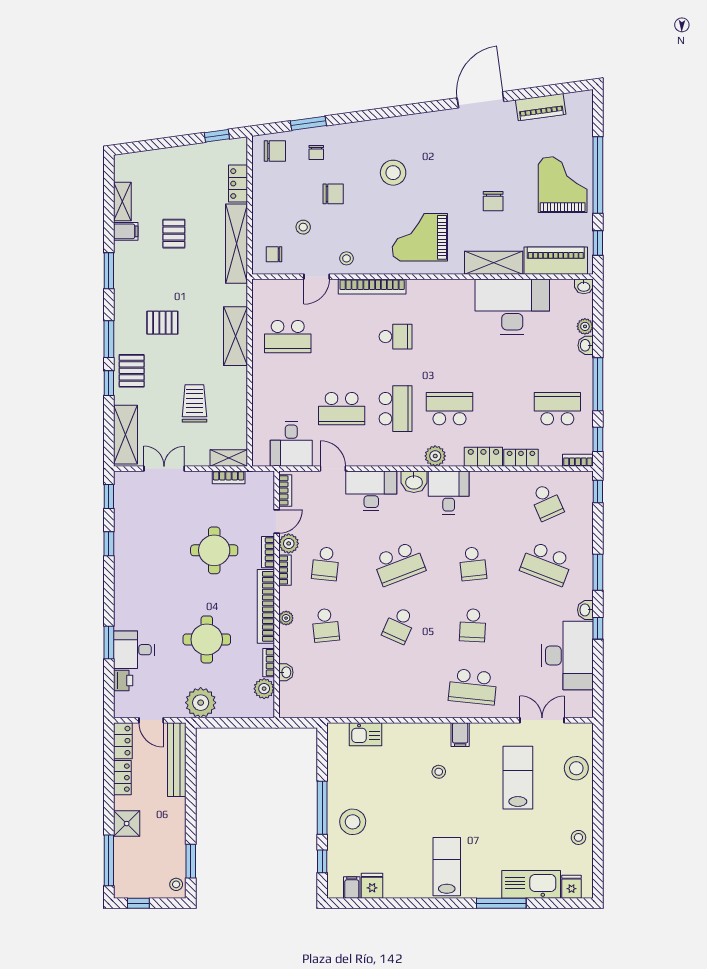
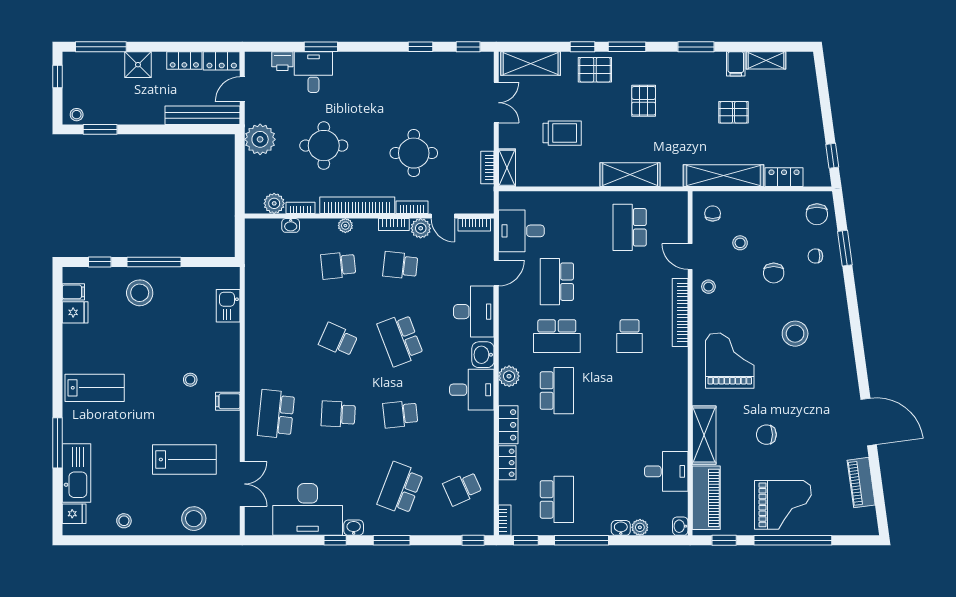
desk: (512, 307) -> (666, 471), width x0.53, depth x0.77

